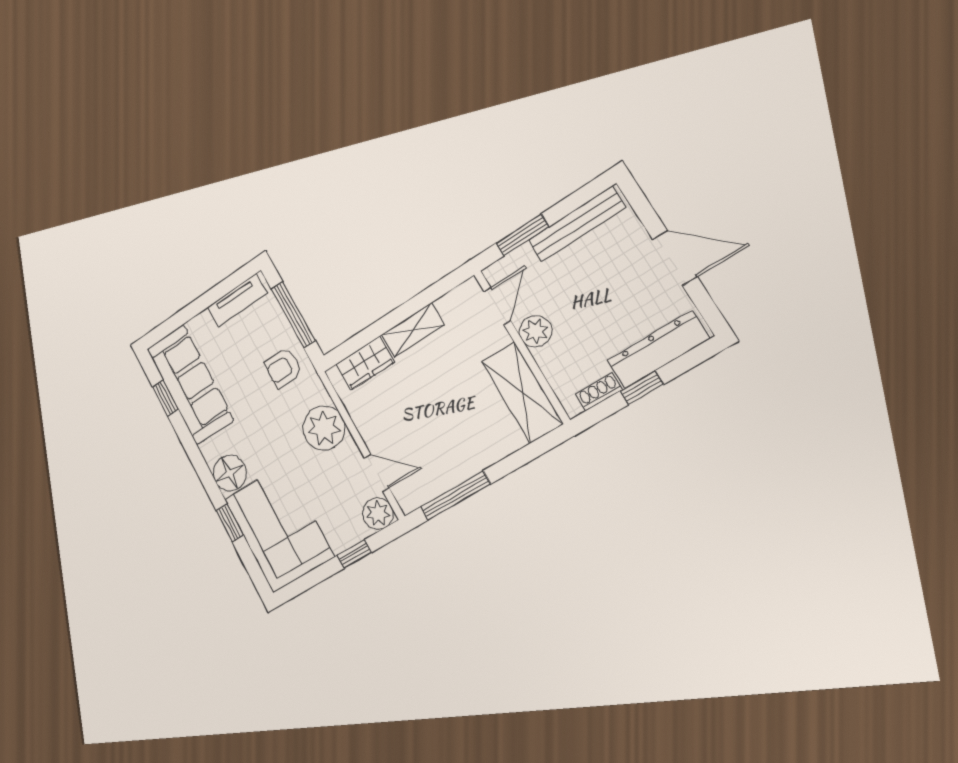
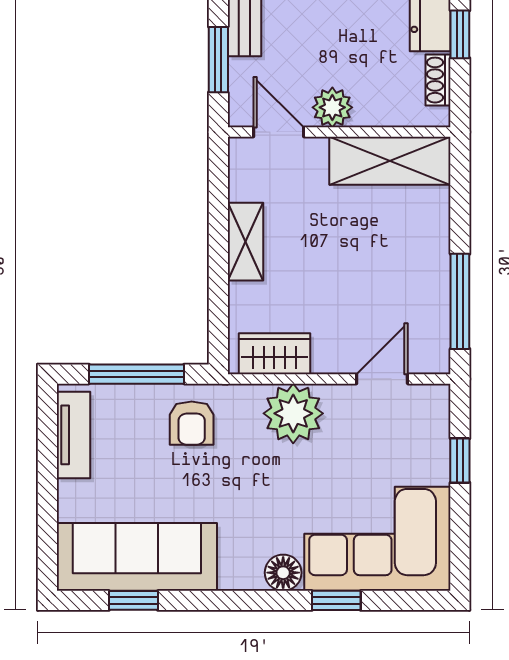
wardrobe: (365, 363) -> (274, 354), moved, turned -90
floor lamp: (230, 473) -> (283, 573), width x0.73, depth x0.73
plant: (378, 514) -> (429, 405), removed

